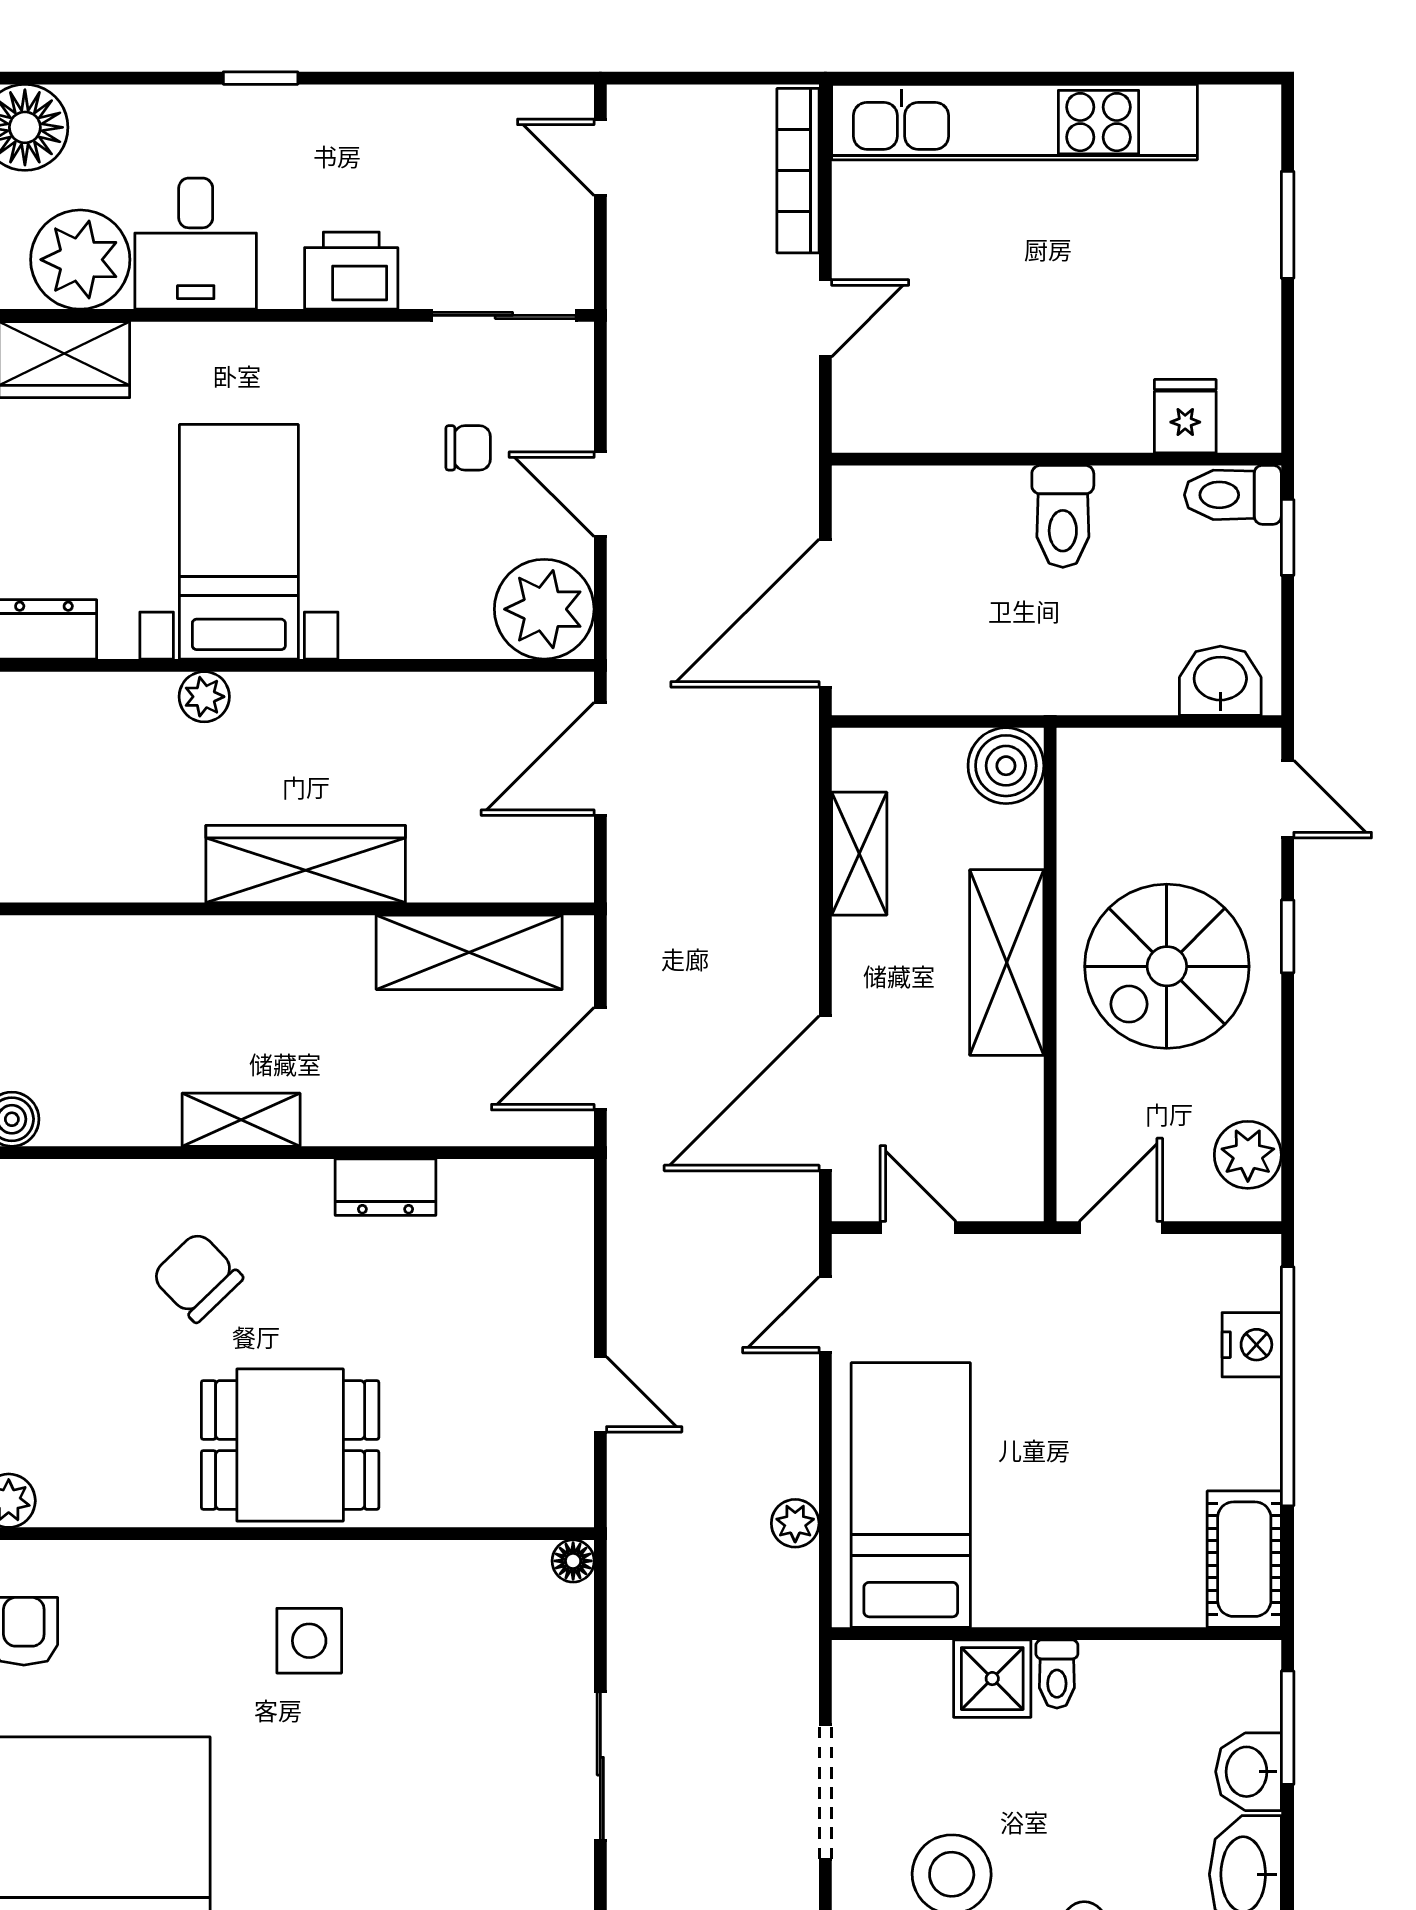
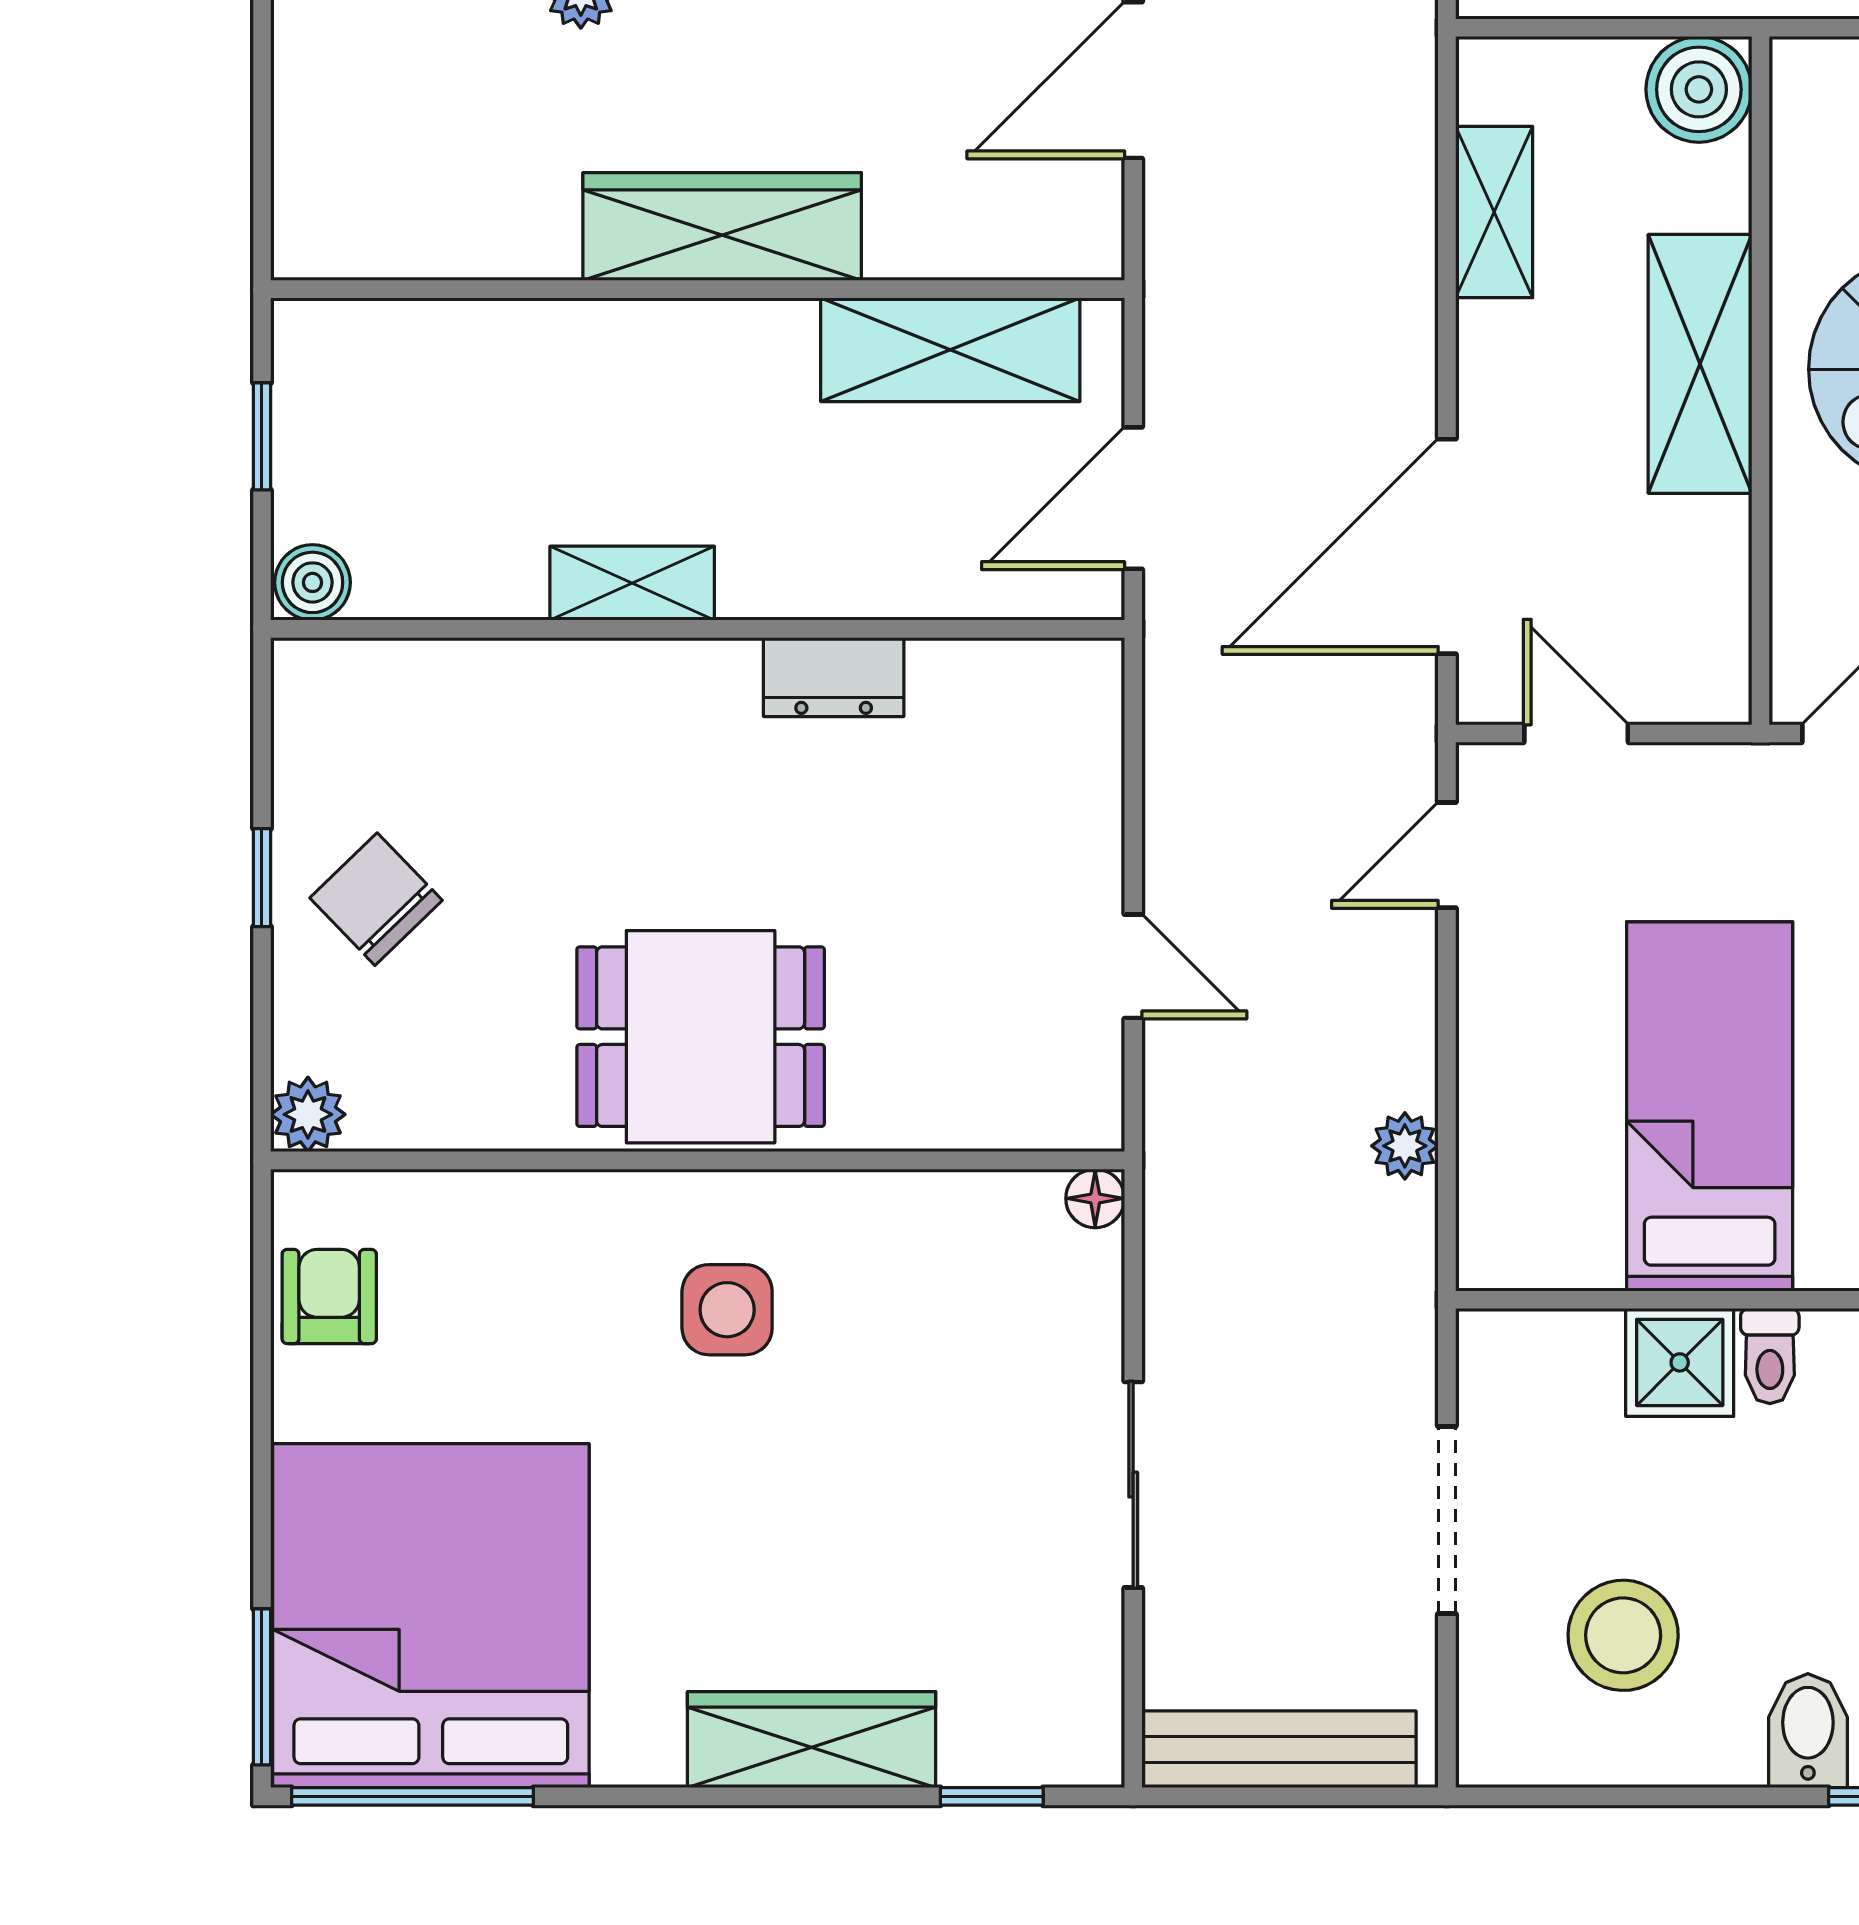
chair: (197, 1277) -> (376, 899), moved
bed: (911, 1495) -> (1710, 1106), moved

